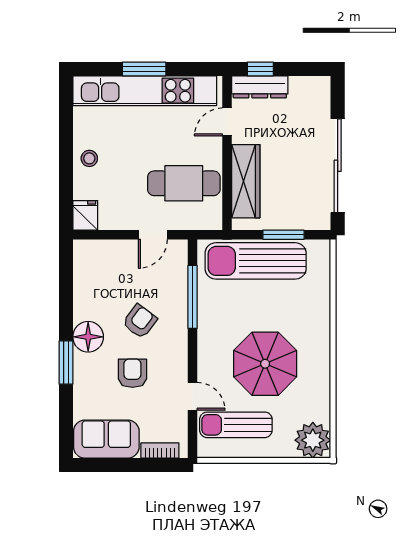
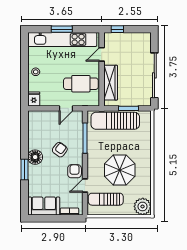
dresser: (260, 87) -> (117, 38), removed
armchair: (132, 373) -> (75, 171), moved
door: (193, 396) -> (85, 186), swing flipped

